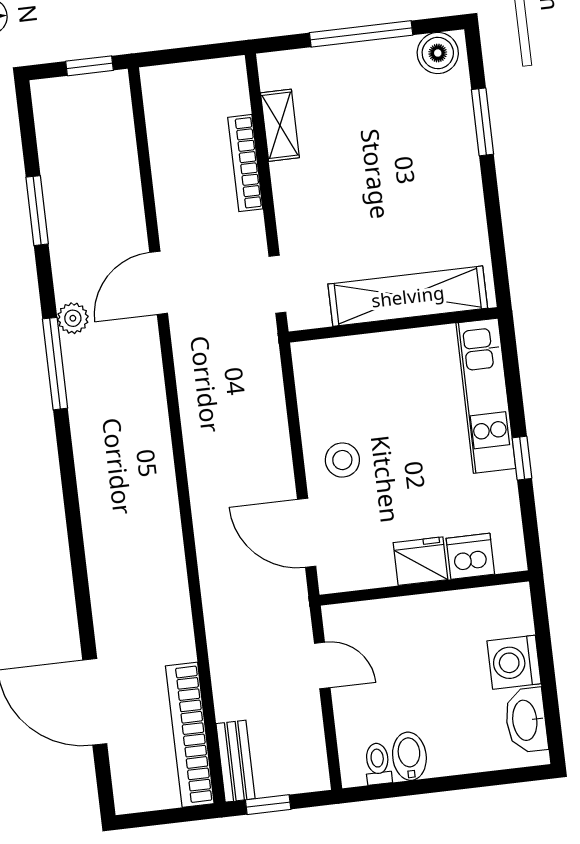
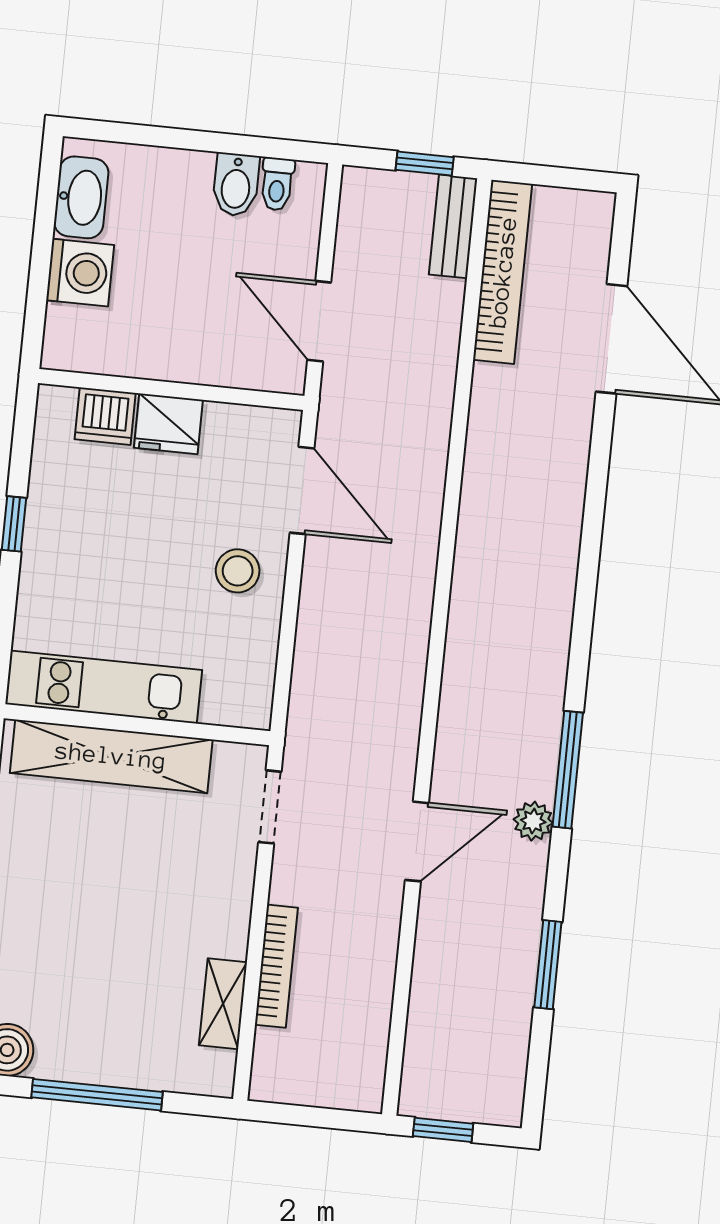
kitchen unit: (486, 396) -> (104, 687), moved, turned -90
door: (322, 666) -> (319, 321), width x1.38

